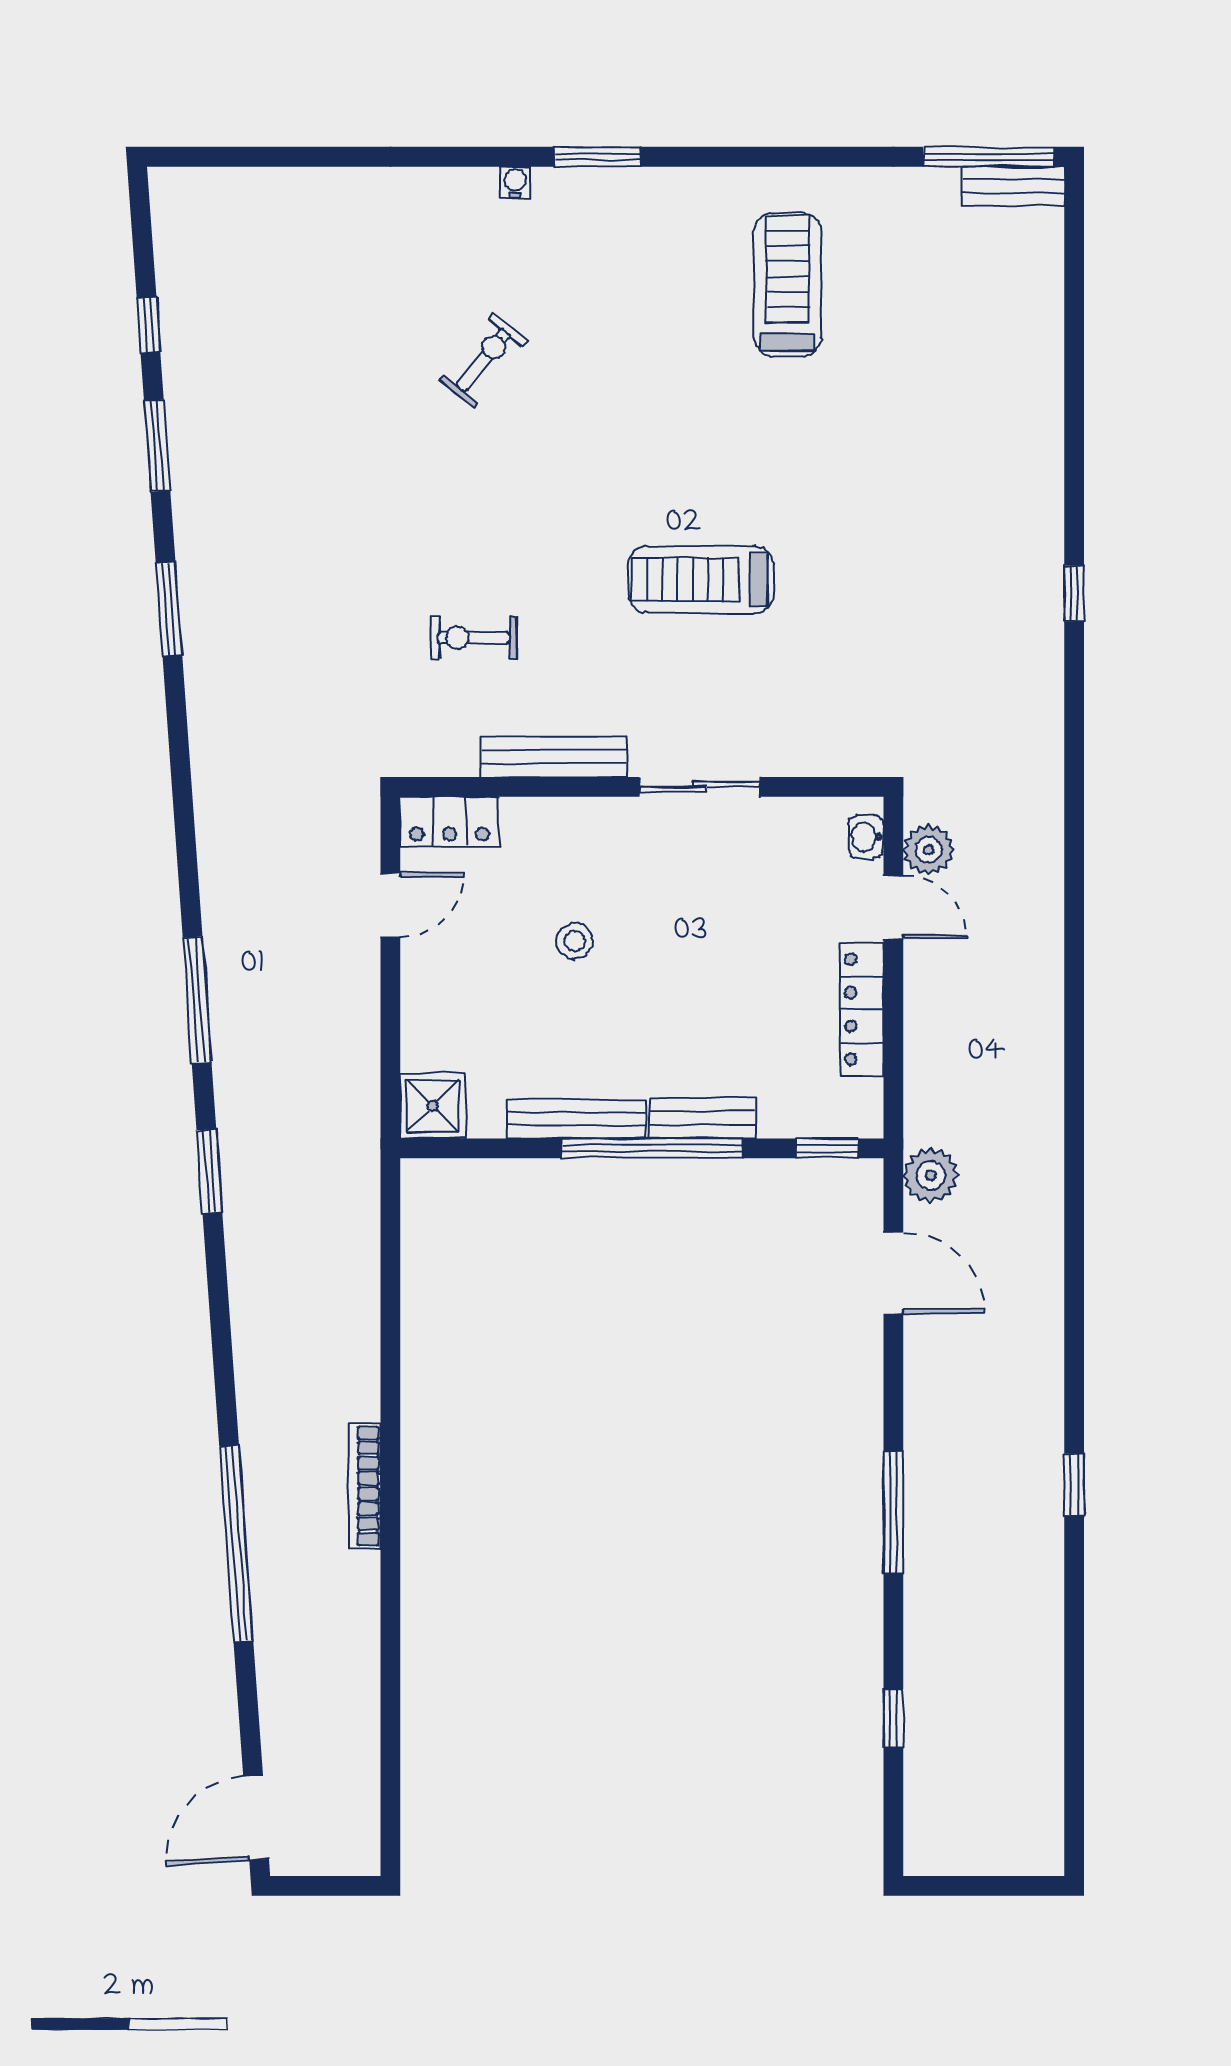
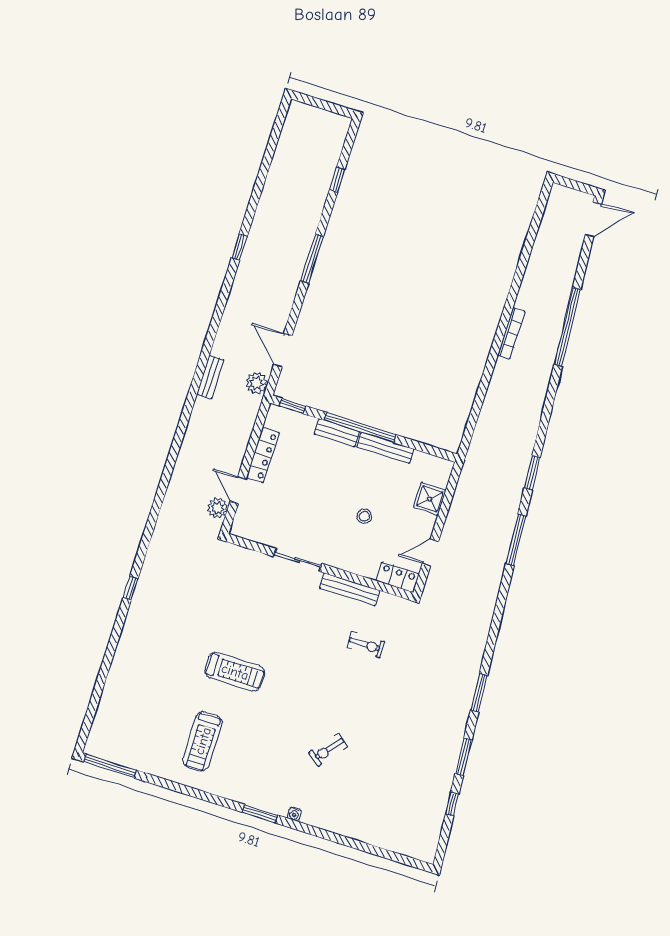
bench: (1013, 186) -> (210, 377), moved, turned 90
treadmill: (701, 579) -> (235, 672), moved
washbasin: (866, 837) -> (240, 521), removed
shower: (433, 1106) -> (430, 499), moved

